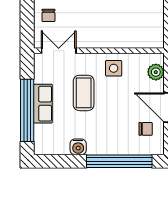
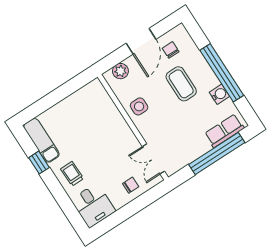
coffee table: (84, 93) -> (181, 84), moved, turned 90
row of seats: (43, 104) -> (224, 131), moved
window: (119, 161) -> (222, 73), moved

